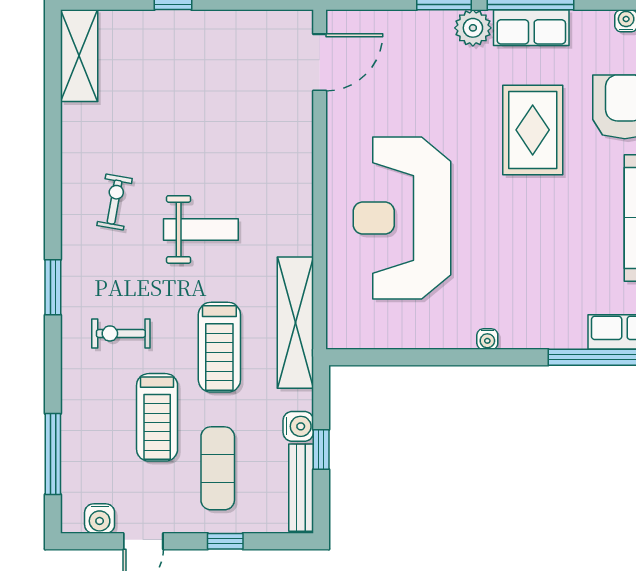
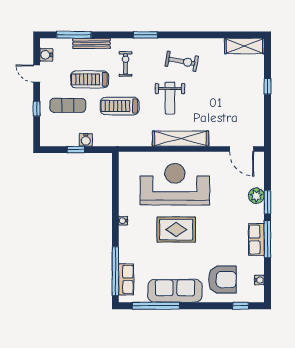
plant: (473, 28) -> (256, 196), moved
rug: (533, 130) -> (176, 230), moved
exercise bike: (115, 202) -> (182, 61), width x1.38, depth x1.39
shelving: (295, 323) -> (181, 139), moved
bench: (301, 488) -> (91, 43), moved

